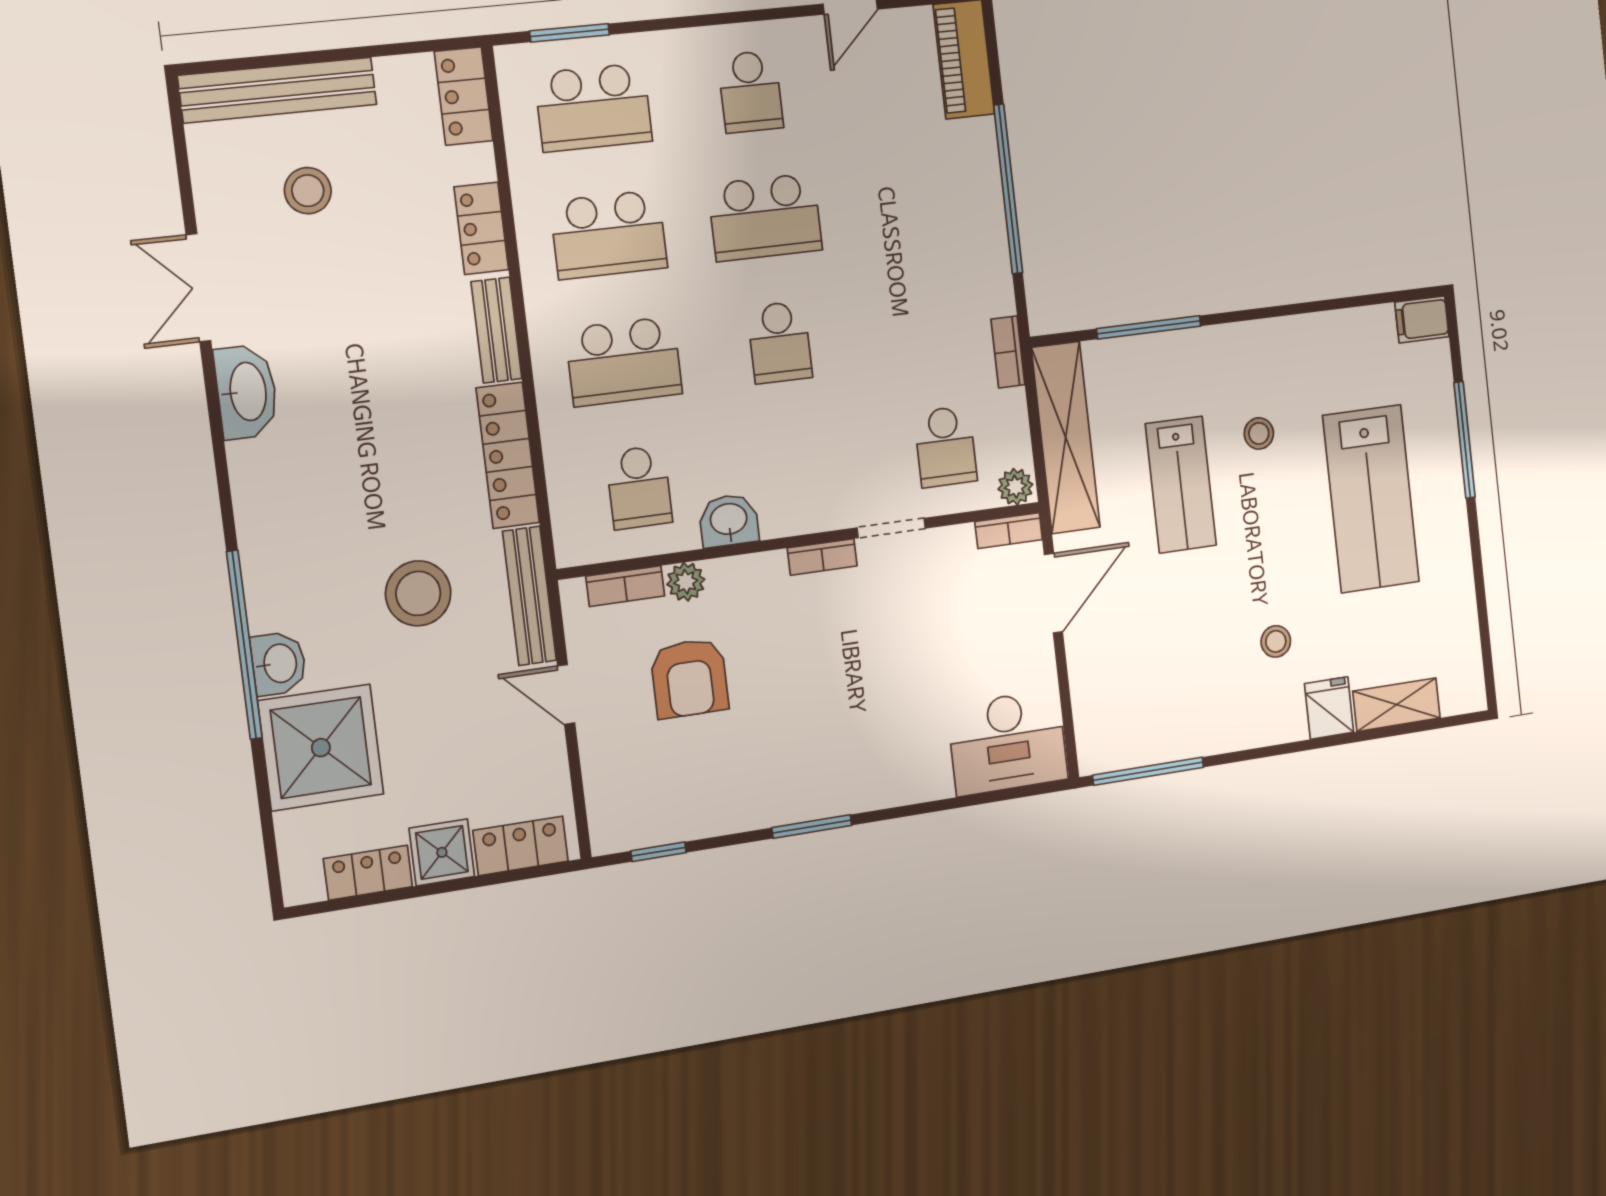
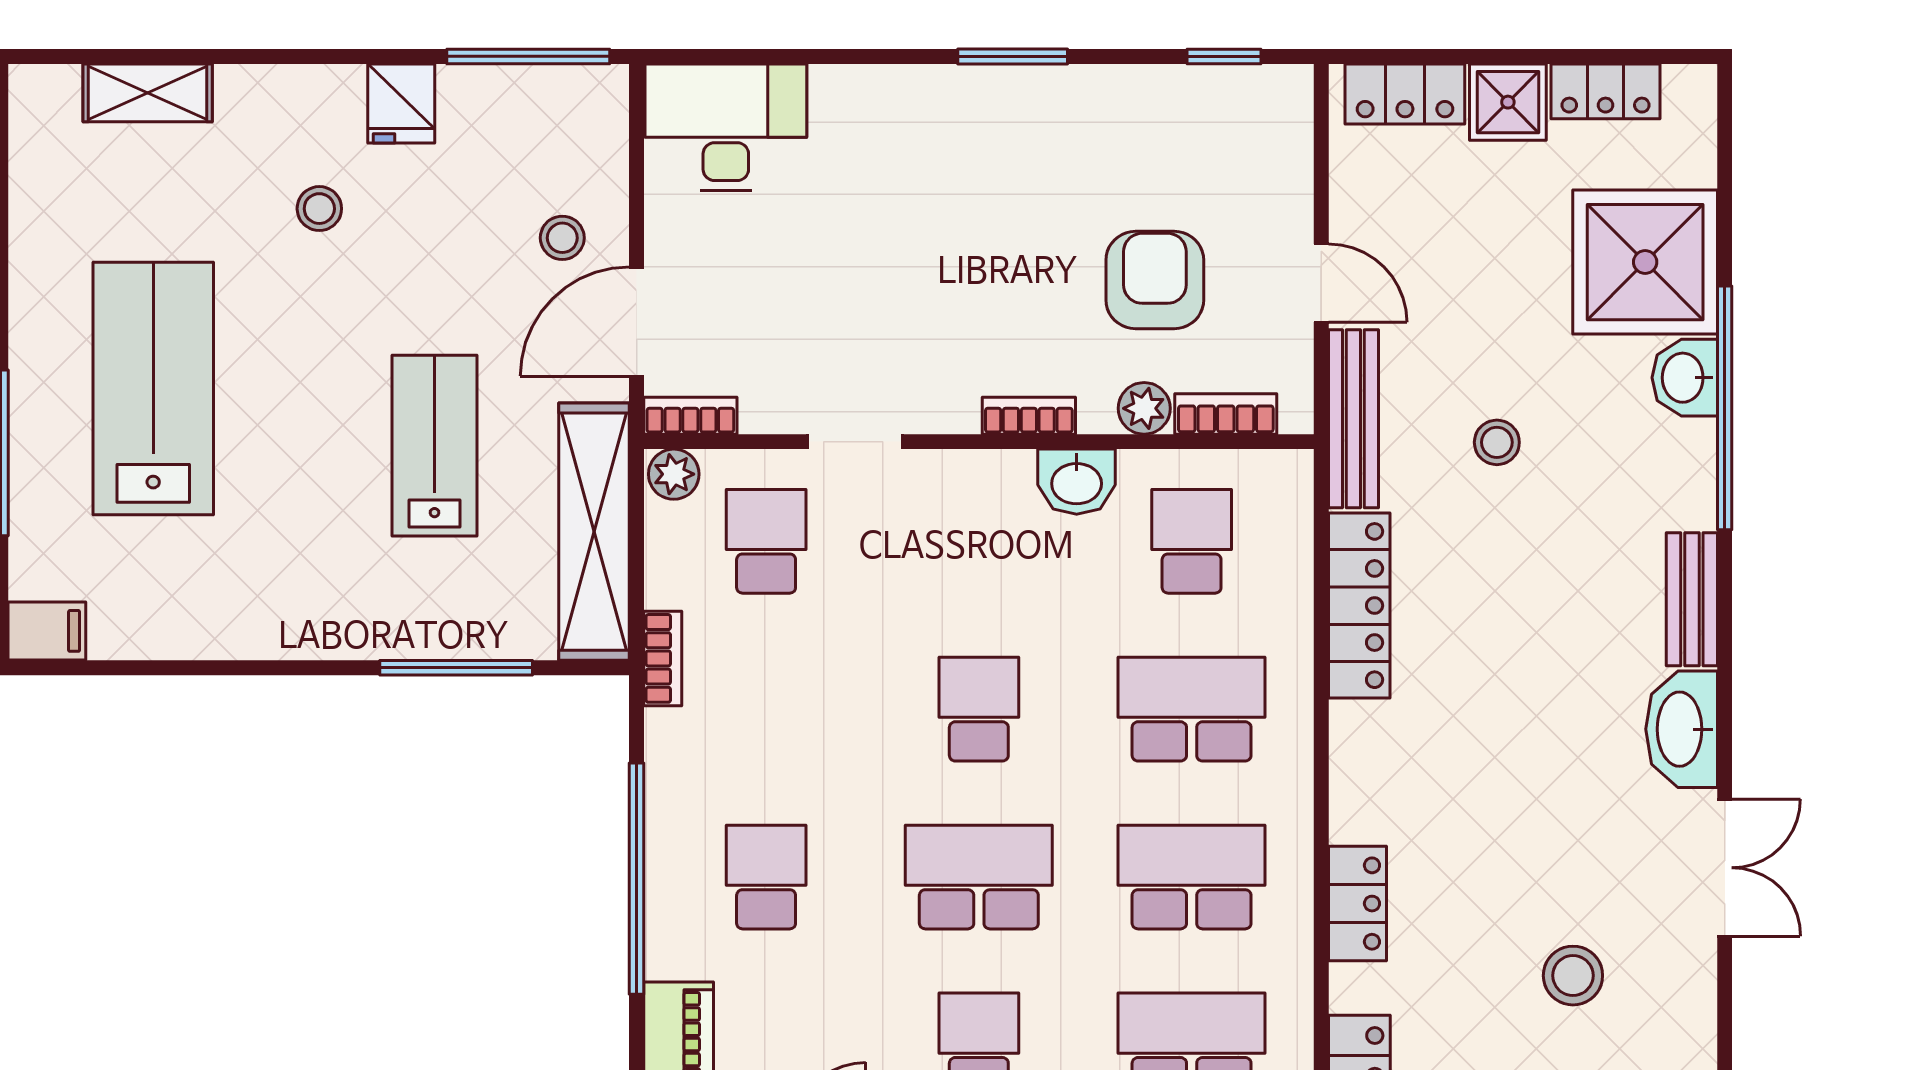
school desk: (917, 200) -> (766, 877), added
bench: (496, 330) -> (1692, 599), moved
stool: (1259, 433) -> (562, 238), moved
bookcase: (822, 557) -> (1029, 416), moved
stool: (418, 593) -> (1497, 442), width x0.53, depth x0.53
fridge: (1329, 708) -> (401, 104), moved

